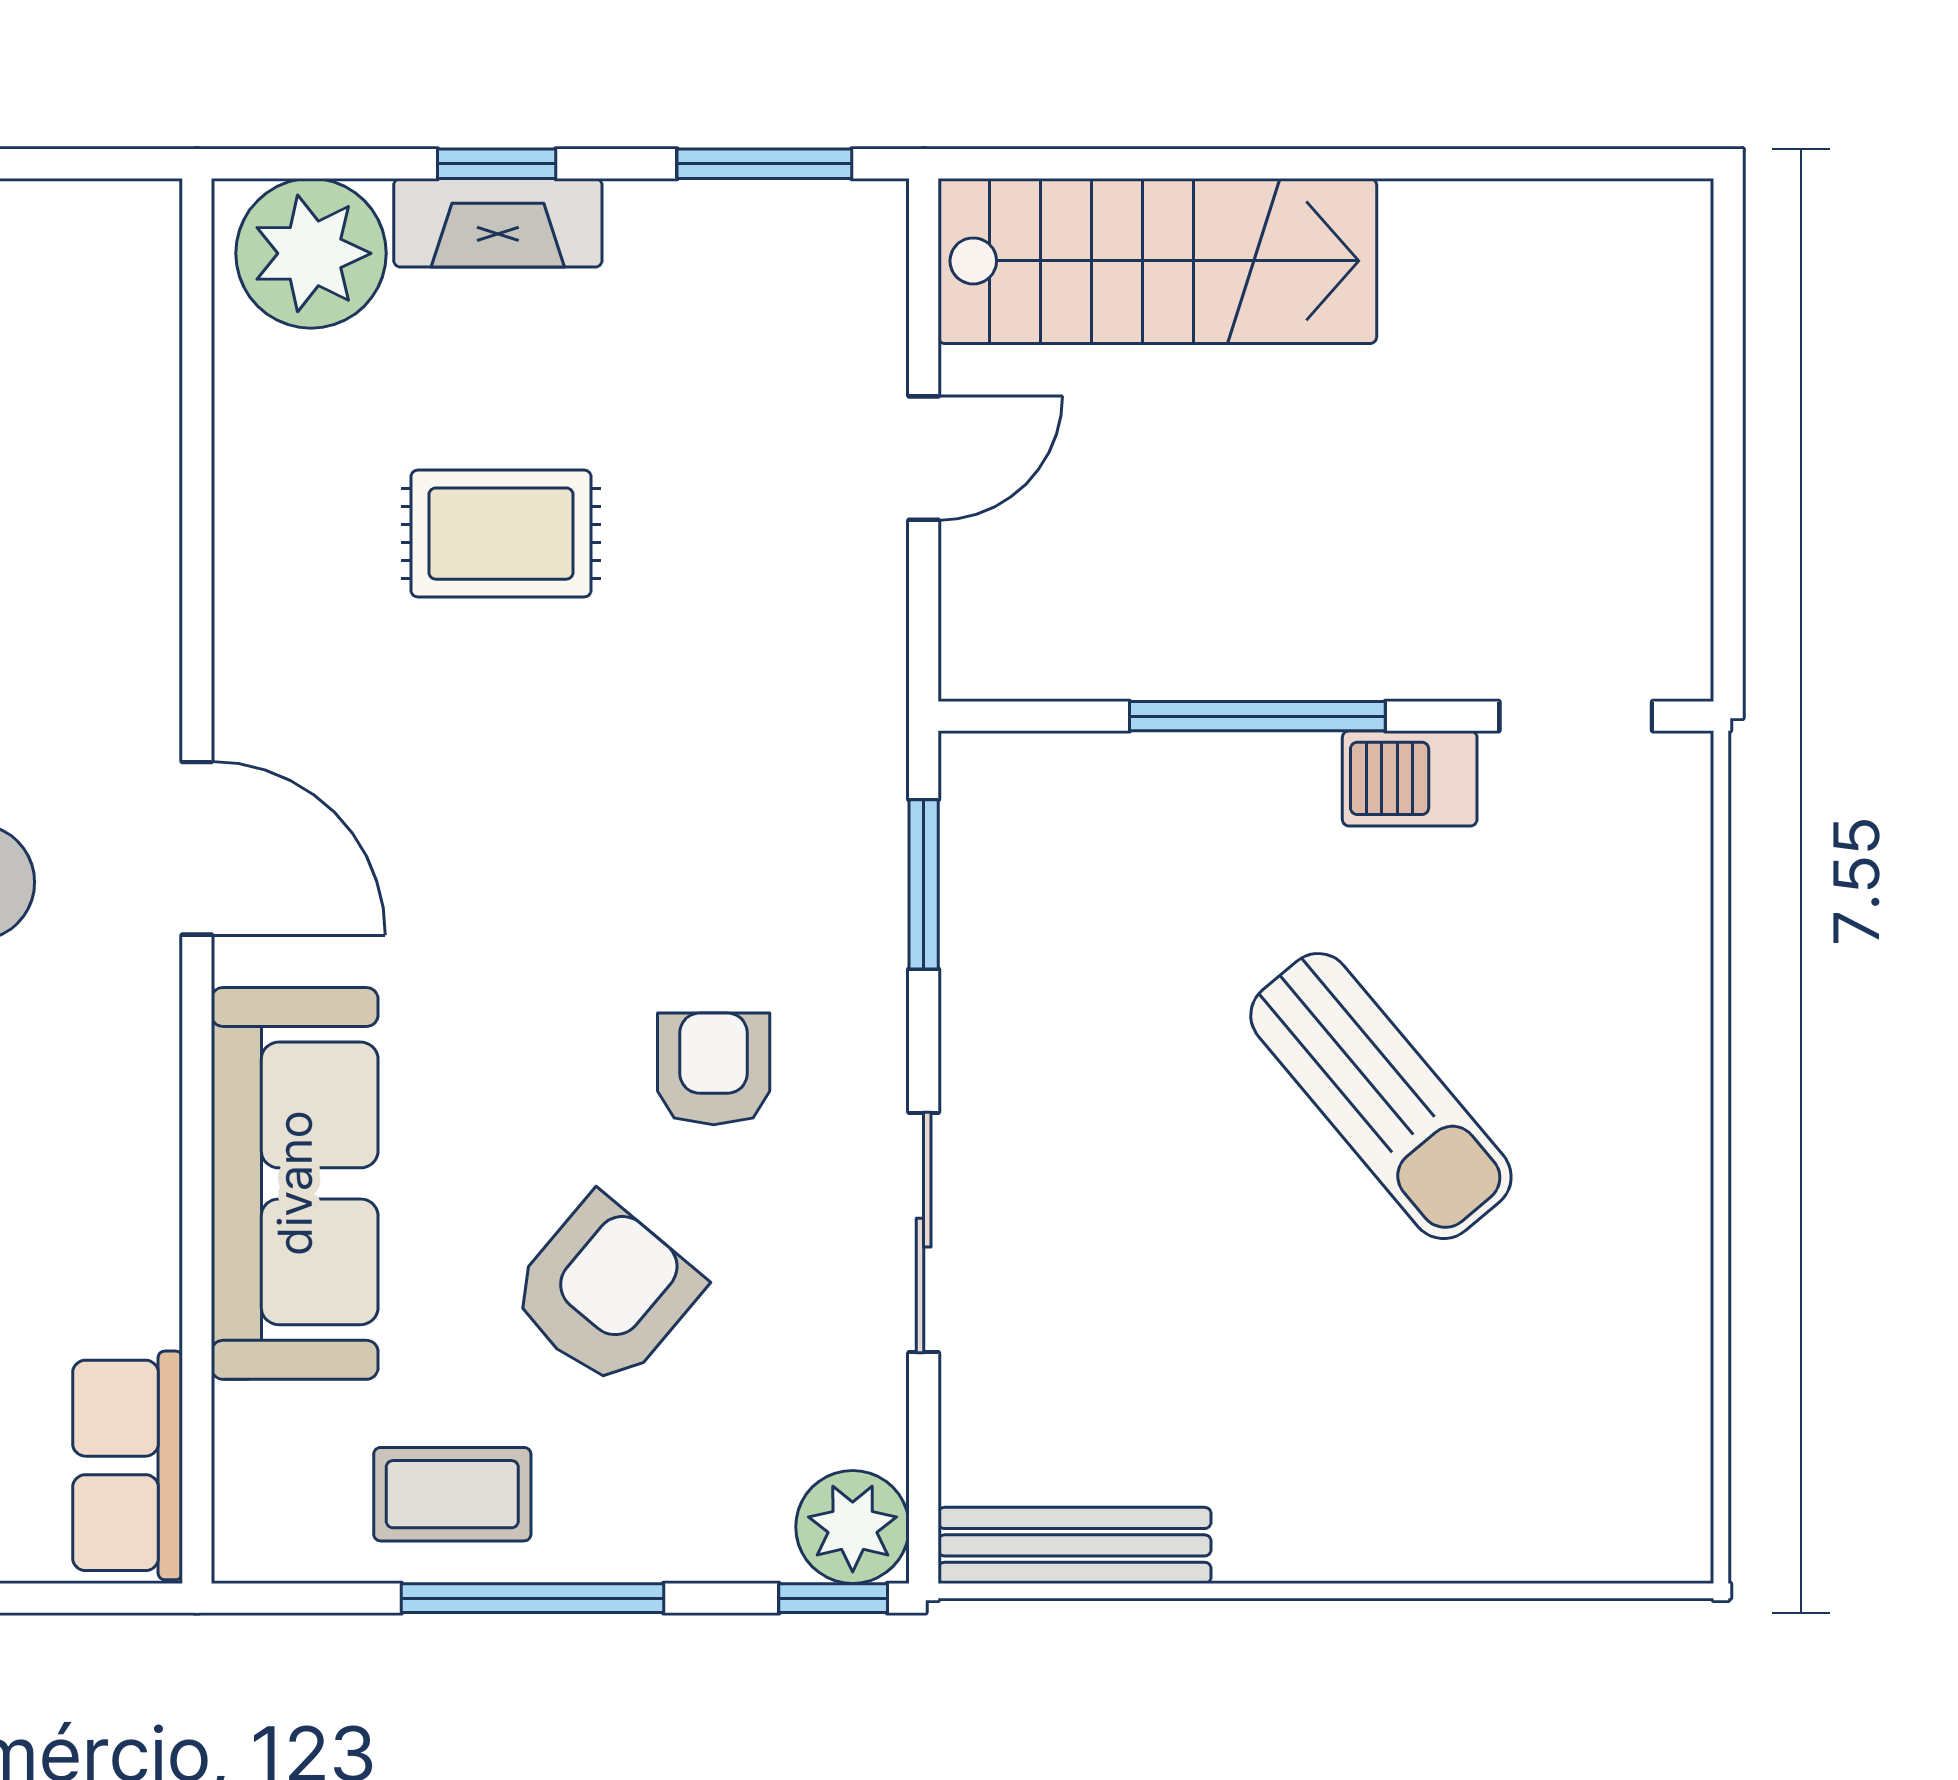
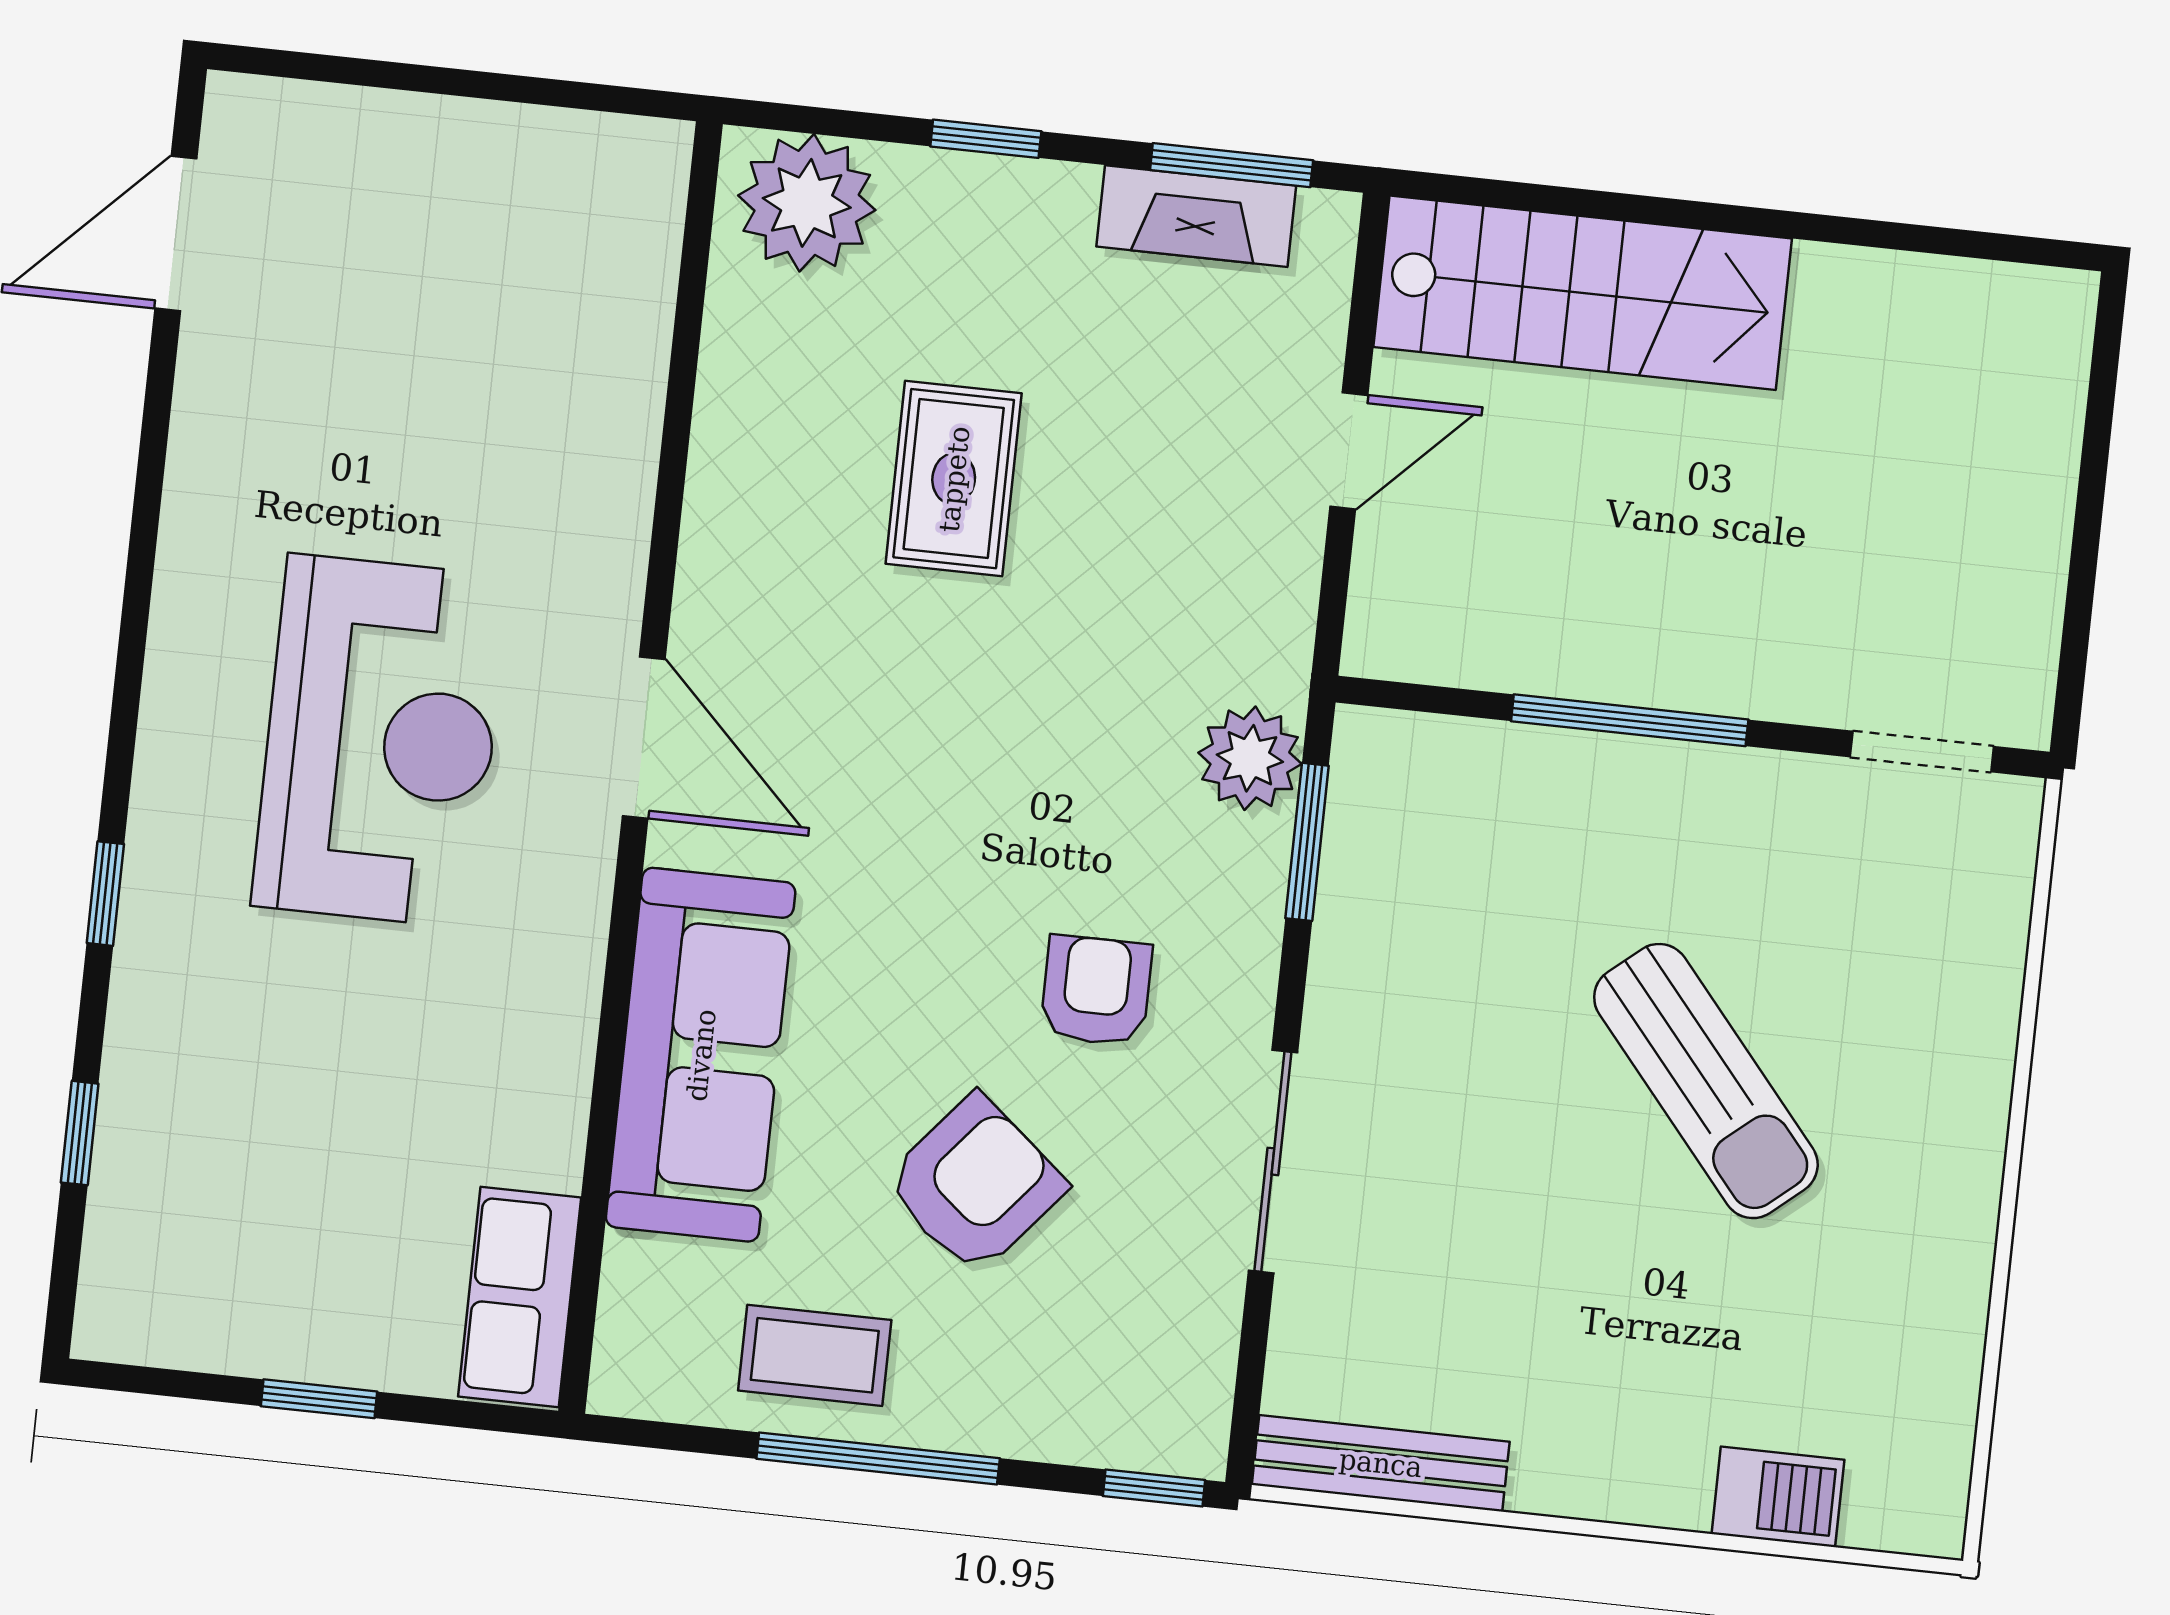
fireplace: (498, 223) -> (1196, 216), moved
rug: (501, 534) -> (954, 479), turned 90
barbecue: (1410, 778) -> (1778, 1497), moved, turned 180
plant: (853, 1527) -> (1250, 758), moved

